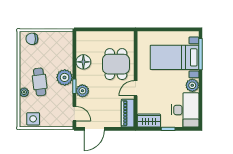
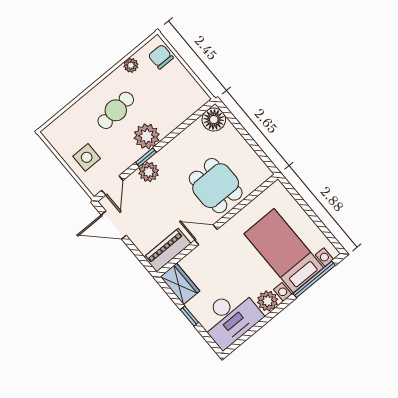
floor lamp: (83, 62) -> (214, 120), moved
dining table: (116, 64) -> (216, 186), turned 90
plant: (24, 92) -> (131, 65), moved
side table: (33, 119) -> (87, 157), moved

